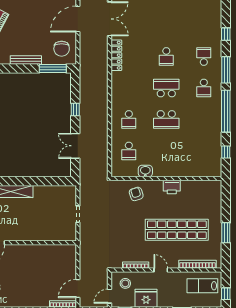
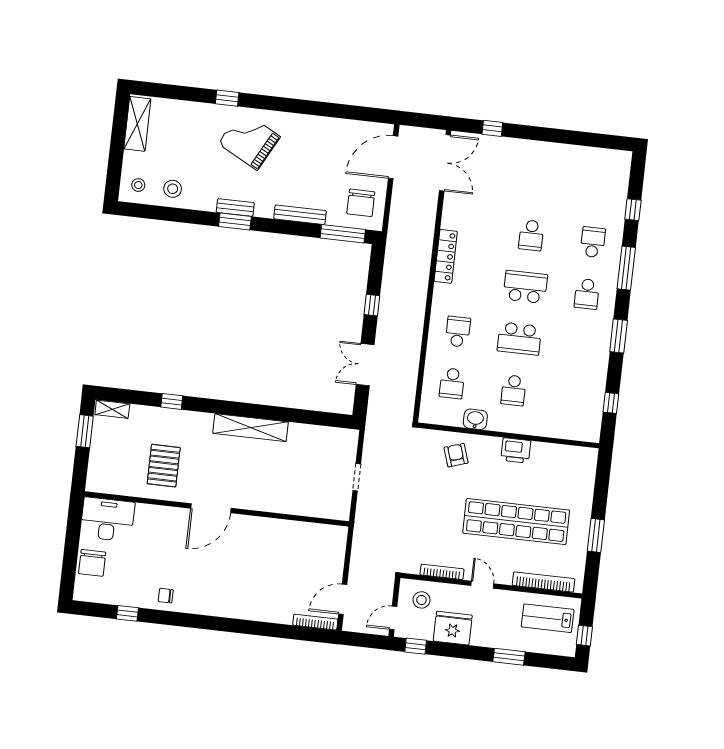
locker: (116, 55) -> (446, 256), moved
window: (226, 111) -> (619, 336), width x0.47
school desk: (129, 119) -> (458, 332), turned 180
school desk: (166, 151) -> (514, 390), added

